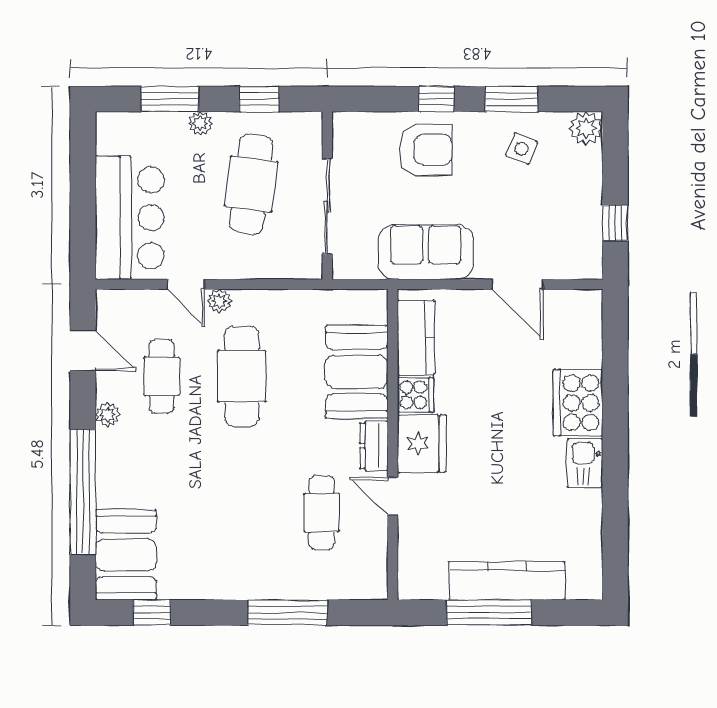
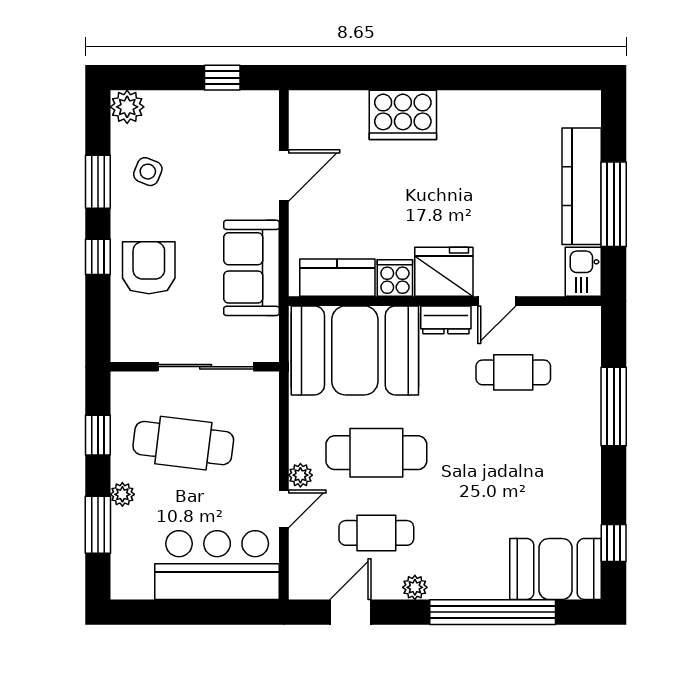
booth: (357, 372) -> (355, 350), width x1.36, depth x1.42
kitchen sink: (585, 463) -> (583, 272), moved, turned 90

